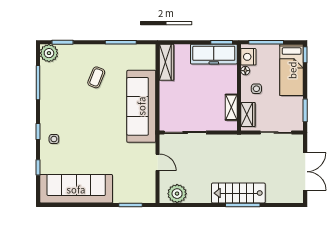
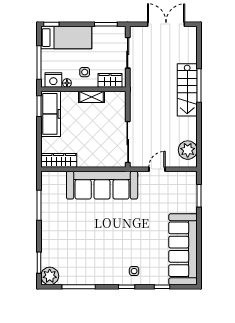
coffee table: (96, 77) -> (74, 229), removed
shelving: (231, 107) -> (92, 97), moved

